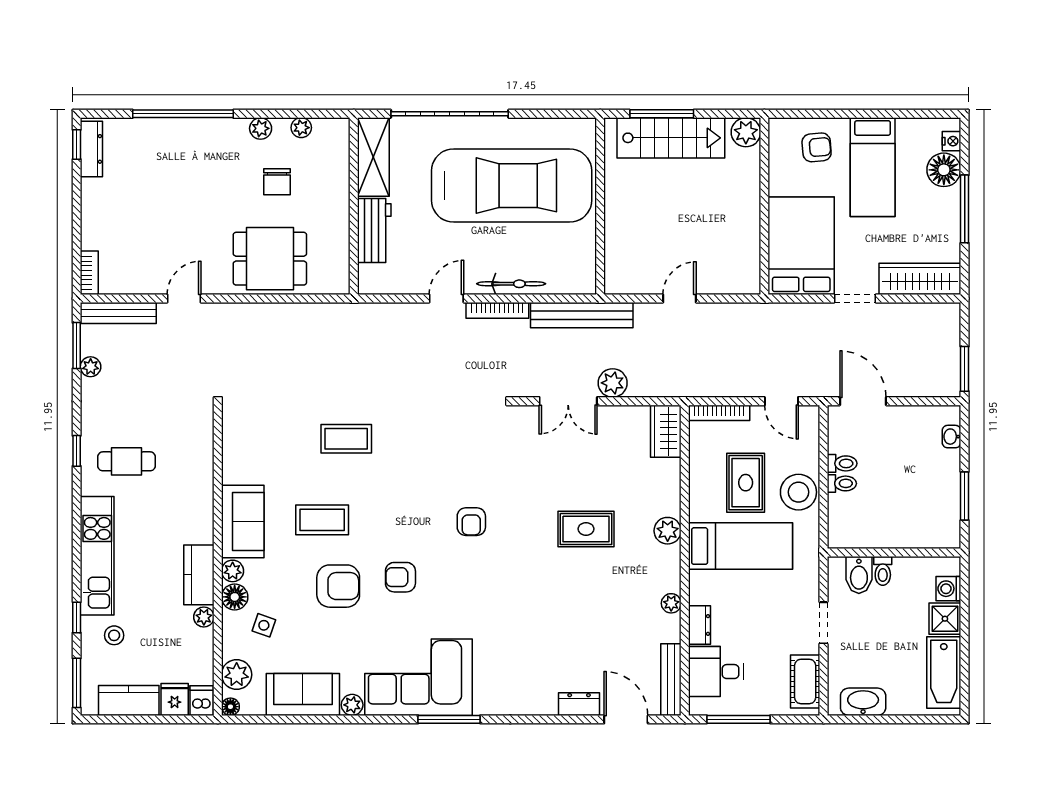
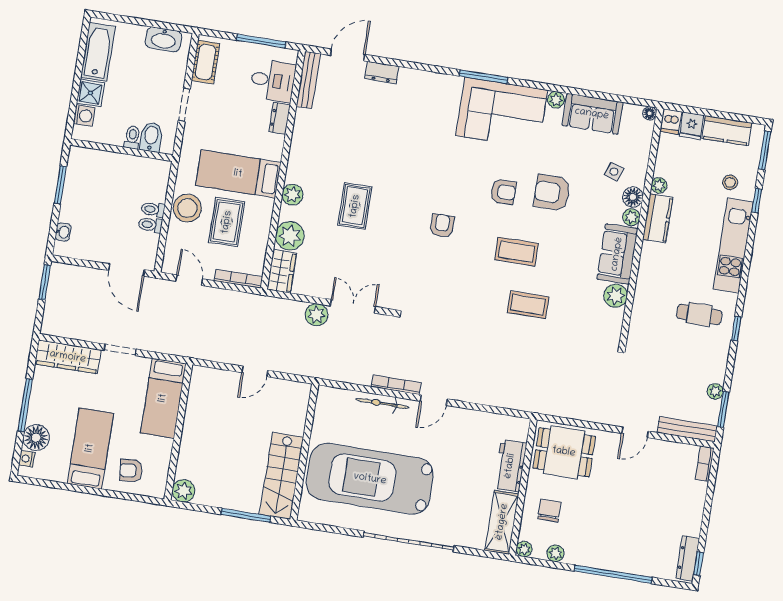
stairs: (671, 138) -> (282, 476), moved, turned -90
shelving: (373, 157) -> (502, 522), moved
wall: (354, 206) -> (523, 487), moved
workbench: (374, 231) -> (510, 466), moved
bed: (801, 246) -> (163, 398), width x0.67
bench: (582, 315) -> (332, 371), removed
coffee table: (322, 520) -> (517, 252), moved
rug: (586, 529) -> (355, 206), turned 90
plant: (671, 603) -> (290, 236), moved, width x1.88, depth x1.88
plant: (237, 675) -> (616, 296), moved
door: (626, 719) -> (348, 55), swing flipped

